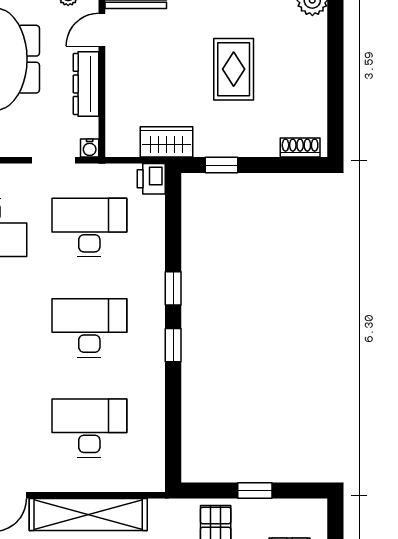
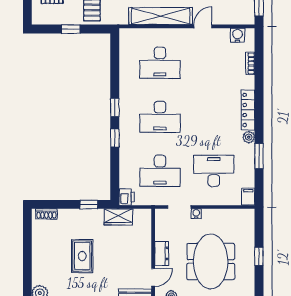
dresser: (86, 84) -> (162, 253), width x0.70
water cooler: (90, 148) -> (196, 214), moved

